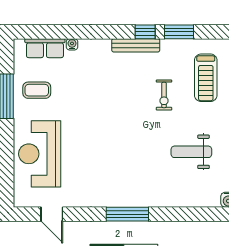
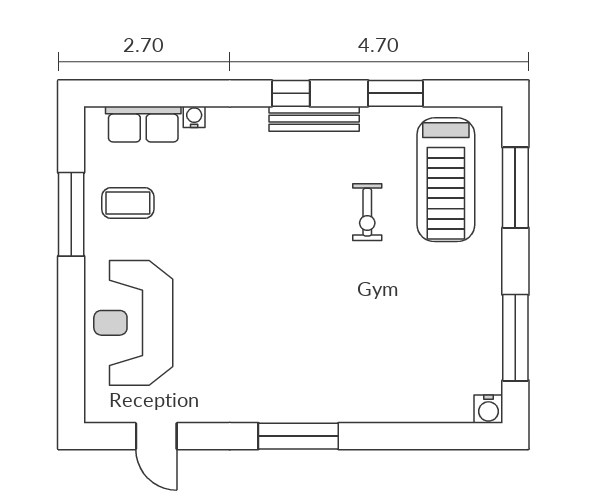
window: (145, 32) -> (291, 93), moved
treadmill: (206, 78) -> (446, 180), width x1.37, depth x1.38
weight bench: (191, 152) -> (419, 319), removed

